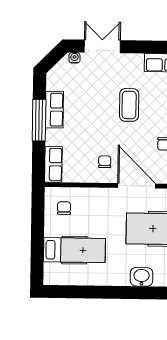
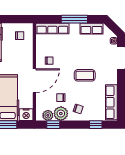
row of seats: (54, 110) -> (91, 29), moved
row of seats: (53, 164) -> (52, 29), width x1.48

